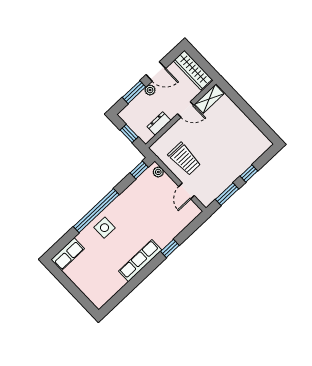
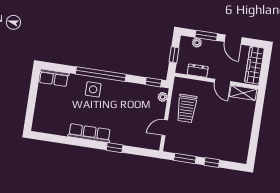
plant: (150, 90) -> (197, 43), moved

